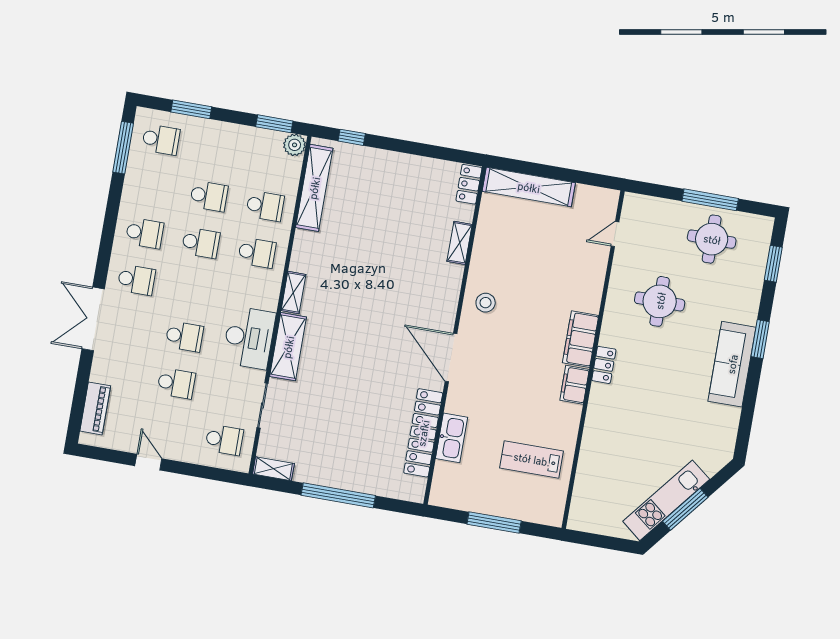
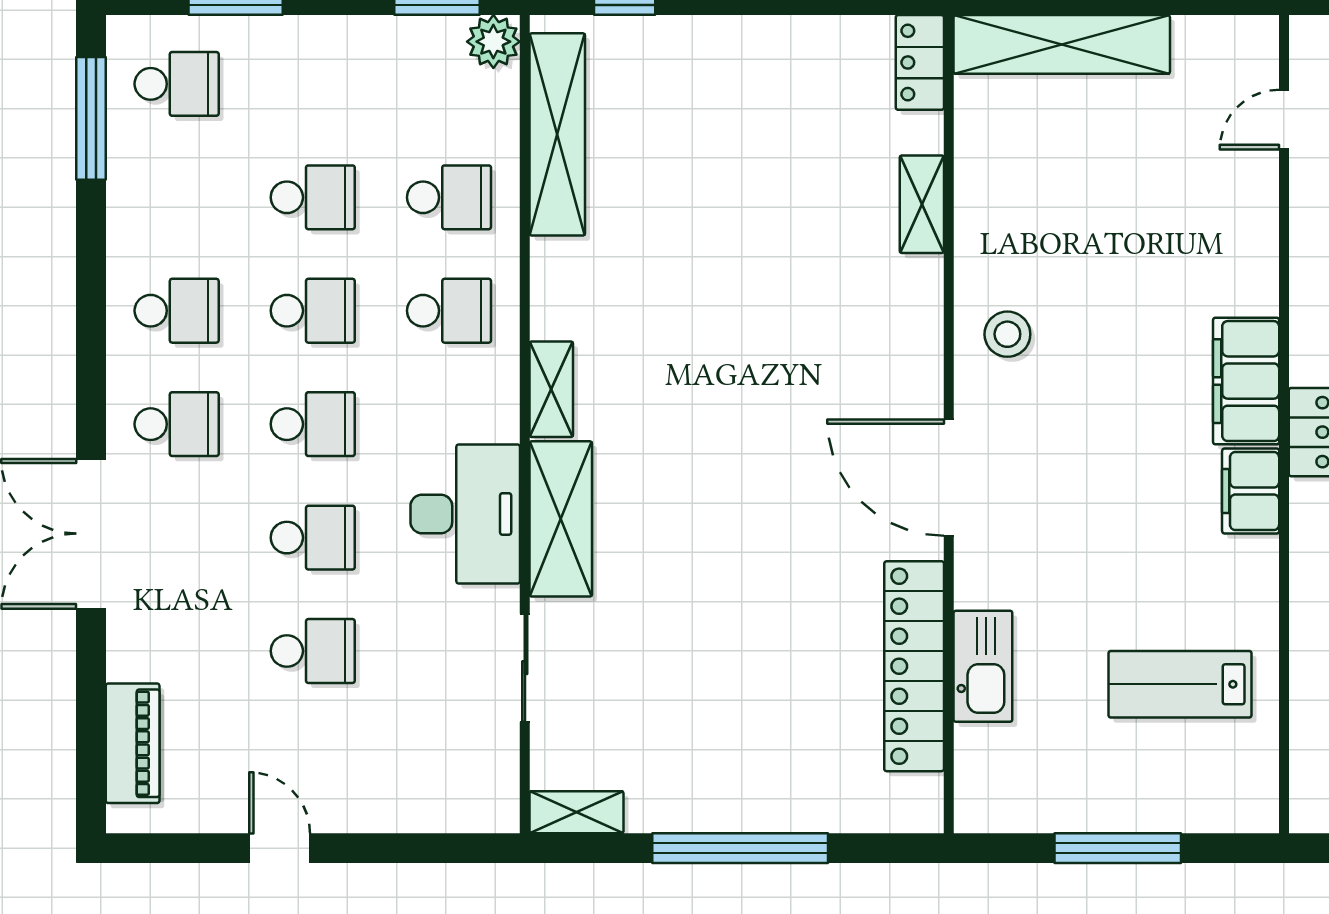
school desk: (224, 440) -> (313, 424), moved

